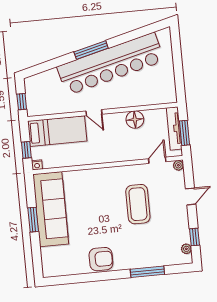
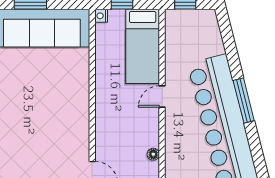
floor lamp: (135, 120) -> (153, 154), width x0.53, depth x0.53
coffee table: (138, 204) -> (38, 142), removed

